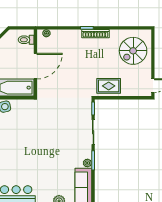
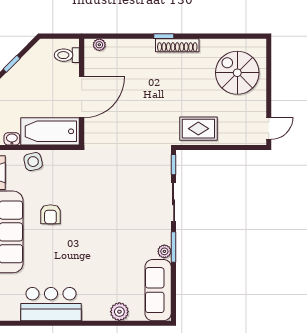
spiral stairs: (133, 51) -> (237, 73), turned 90
armchair: (16, 140) -> (50, 214), added

